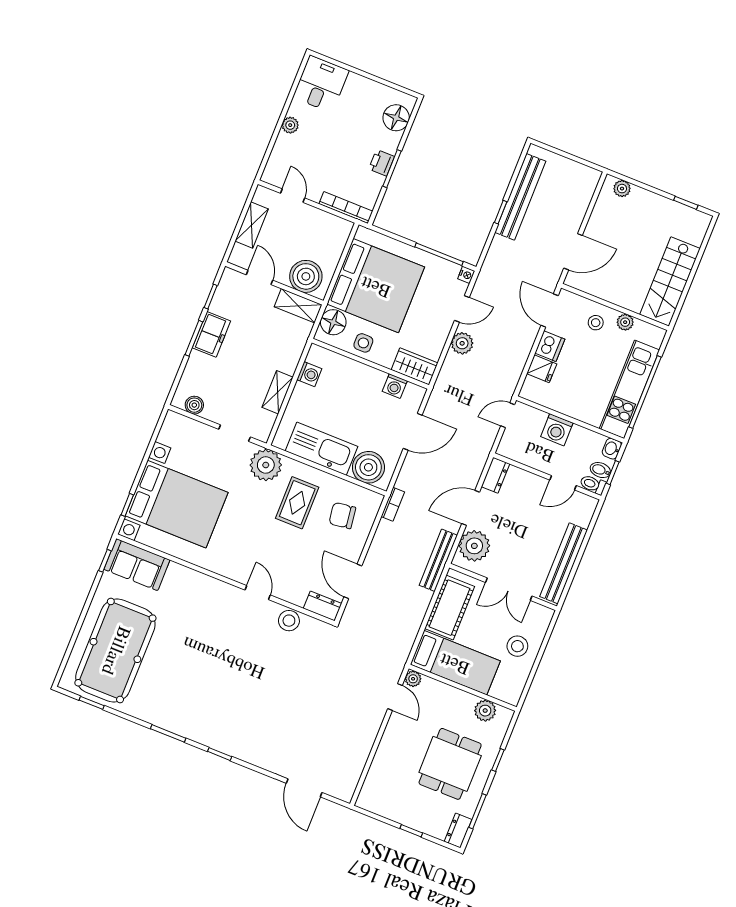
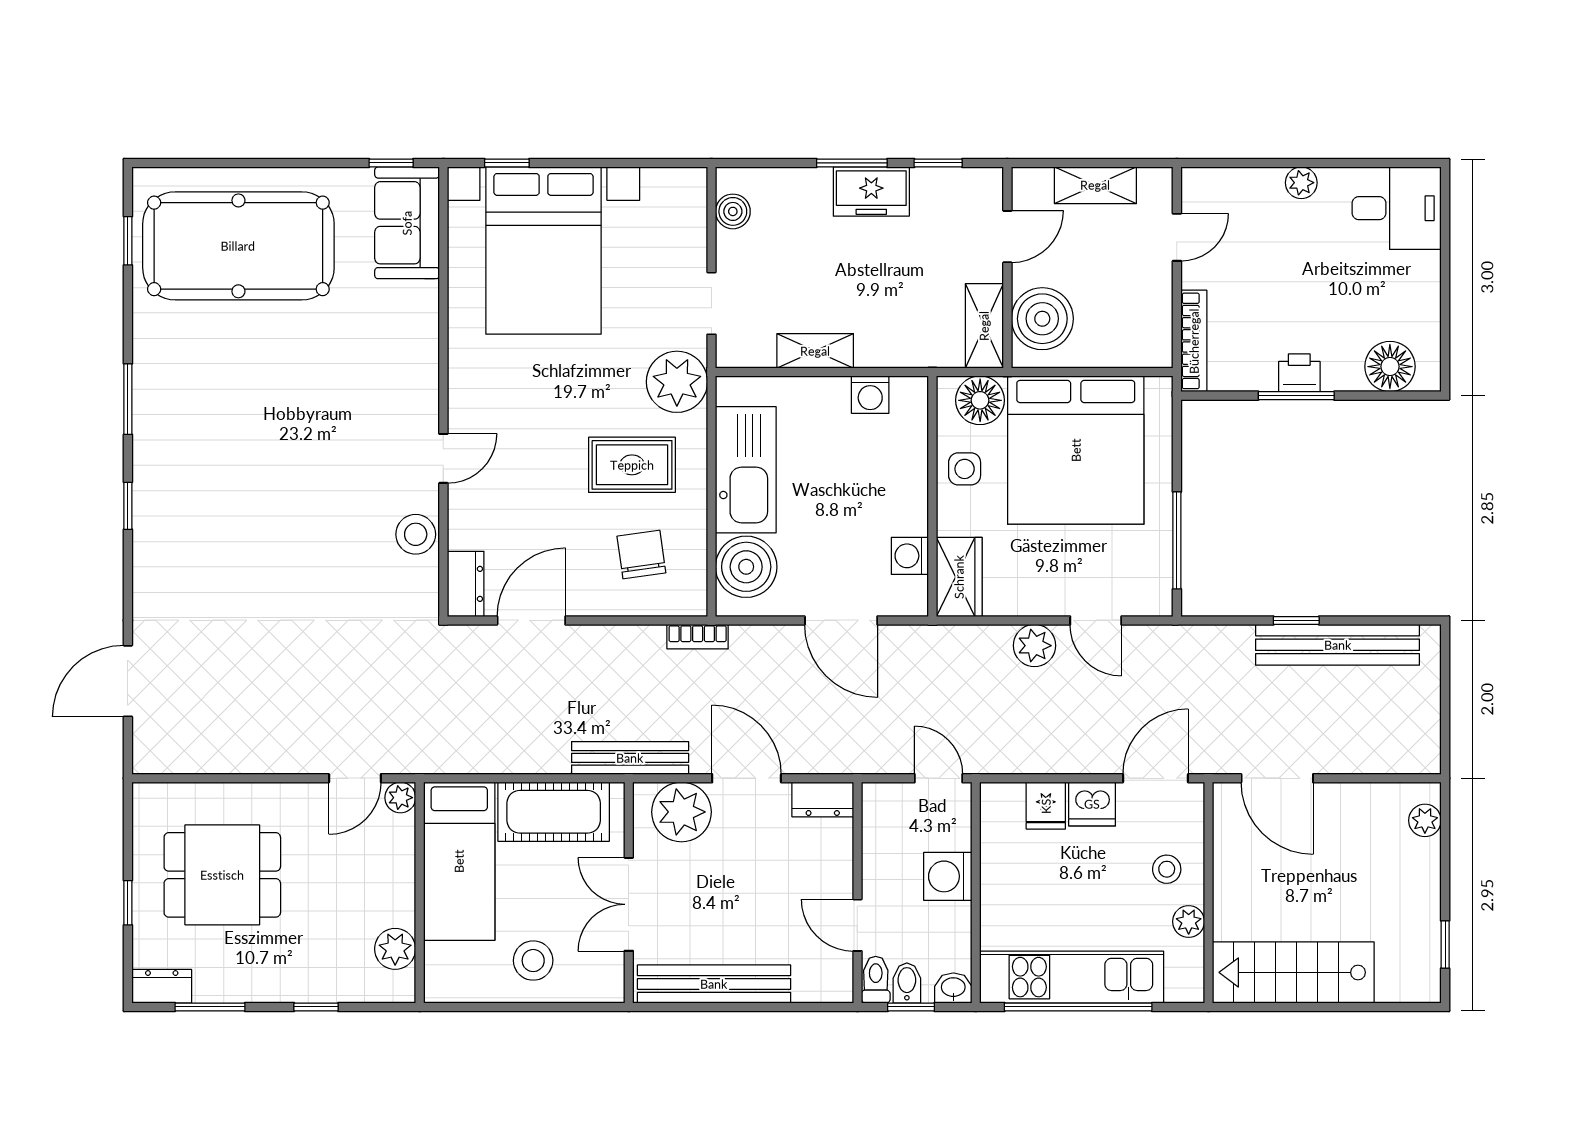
nightstand: (466, 275) -> (1160, 604), removed
dining table: (450, 764) -> (222, 875), moved

